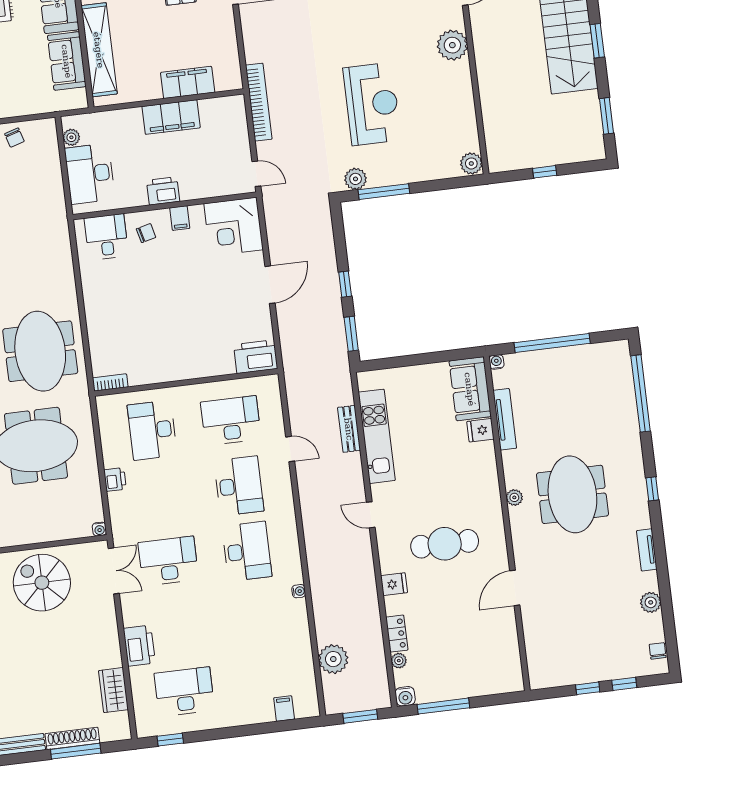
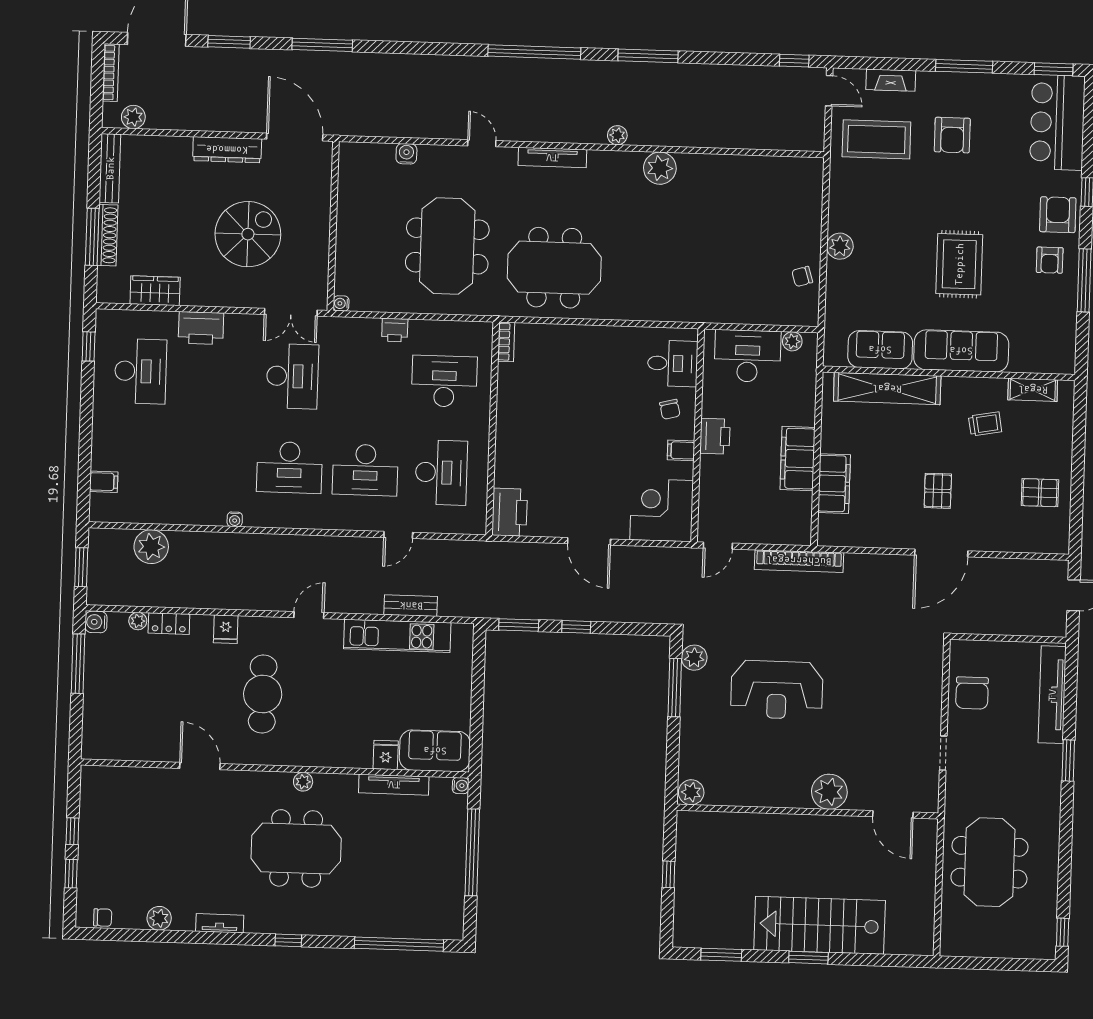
spiral stairs: (42, 583) -> (248, 234), moved

